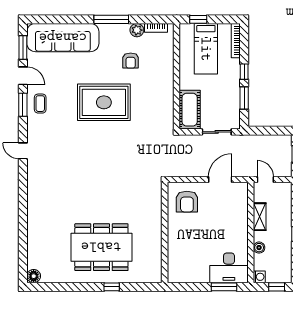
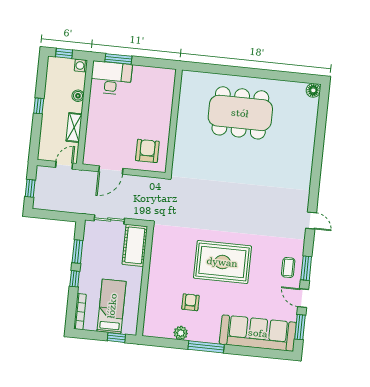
bookcase: (156, 28) -> (161, 333), removed
door: (265, 180) -> (64, 165), swing flipped
window: (112, 287) -> (234, 71), removed

